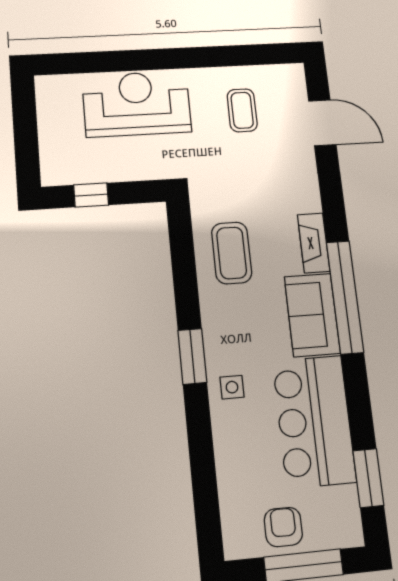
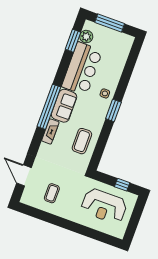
reception desk: (137, 104) -> (104, 206), moved
plant: (343, 504) -> (86, 37), added
armchair: (283, 527) -> (110, 39), removed

